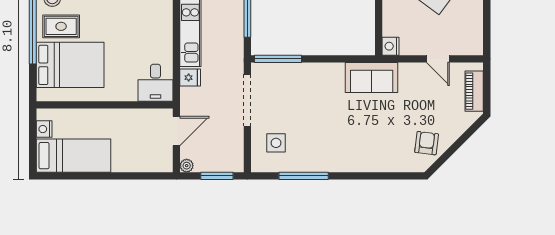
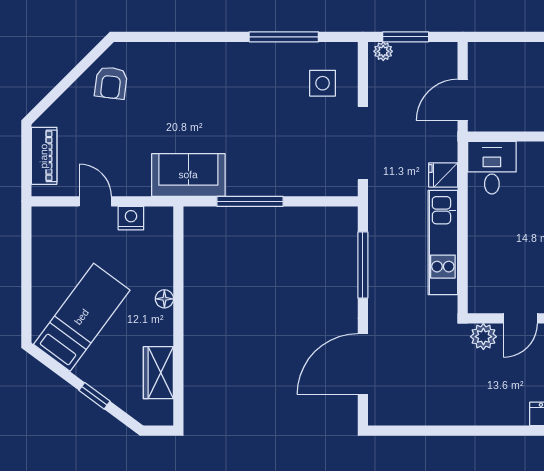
nightstand: (390, 46) -> (131, 218), moved, turned -90
window: (278, 59) -> (250, 201), moved
plant: (187, 166) -> (383, 51), moved

